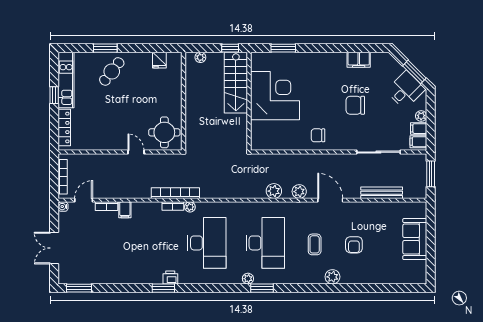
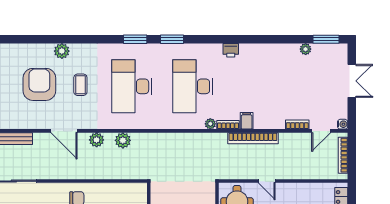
bookcase: (175, 193) -> (253, 138), moved
filing cabinet: (125, 210) -> (247, 121), moved
armchair: (354, 245) -> (39, 84), width x1.88, depth x1.88
plant: (248, 279) -> (306, 49), moved
window: (163, 288) -> (172, 39), moved

